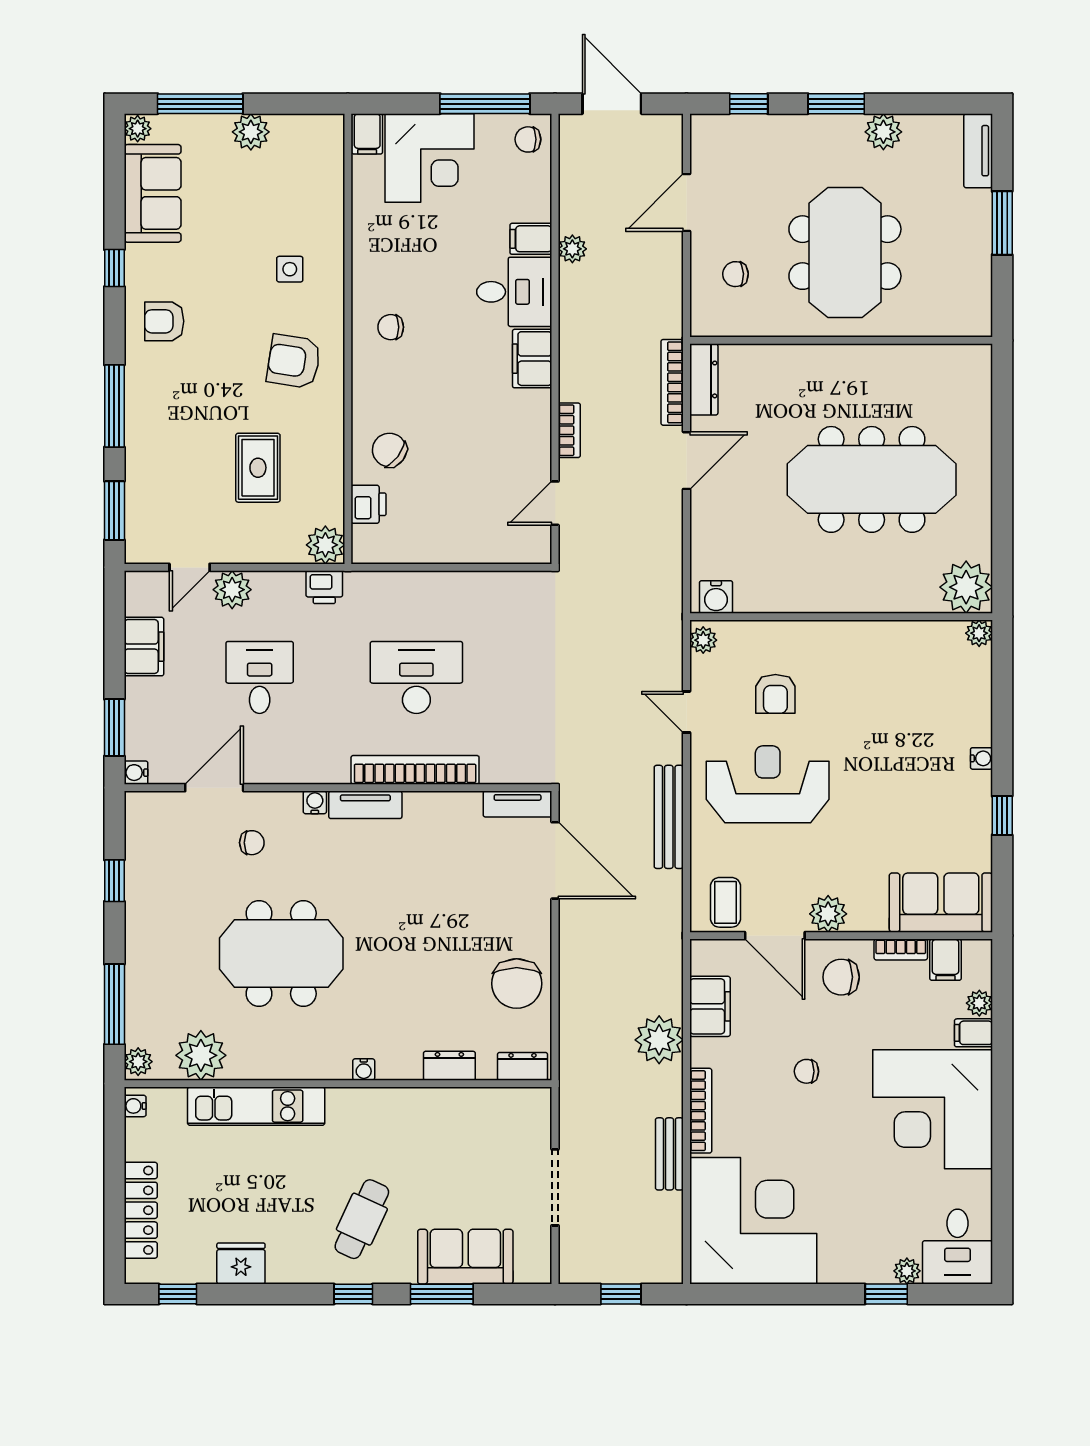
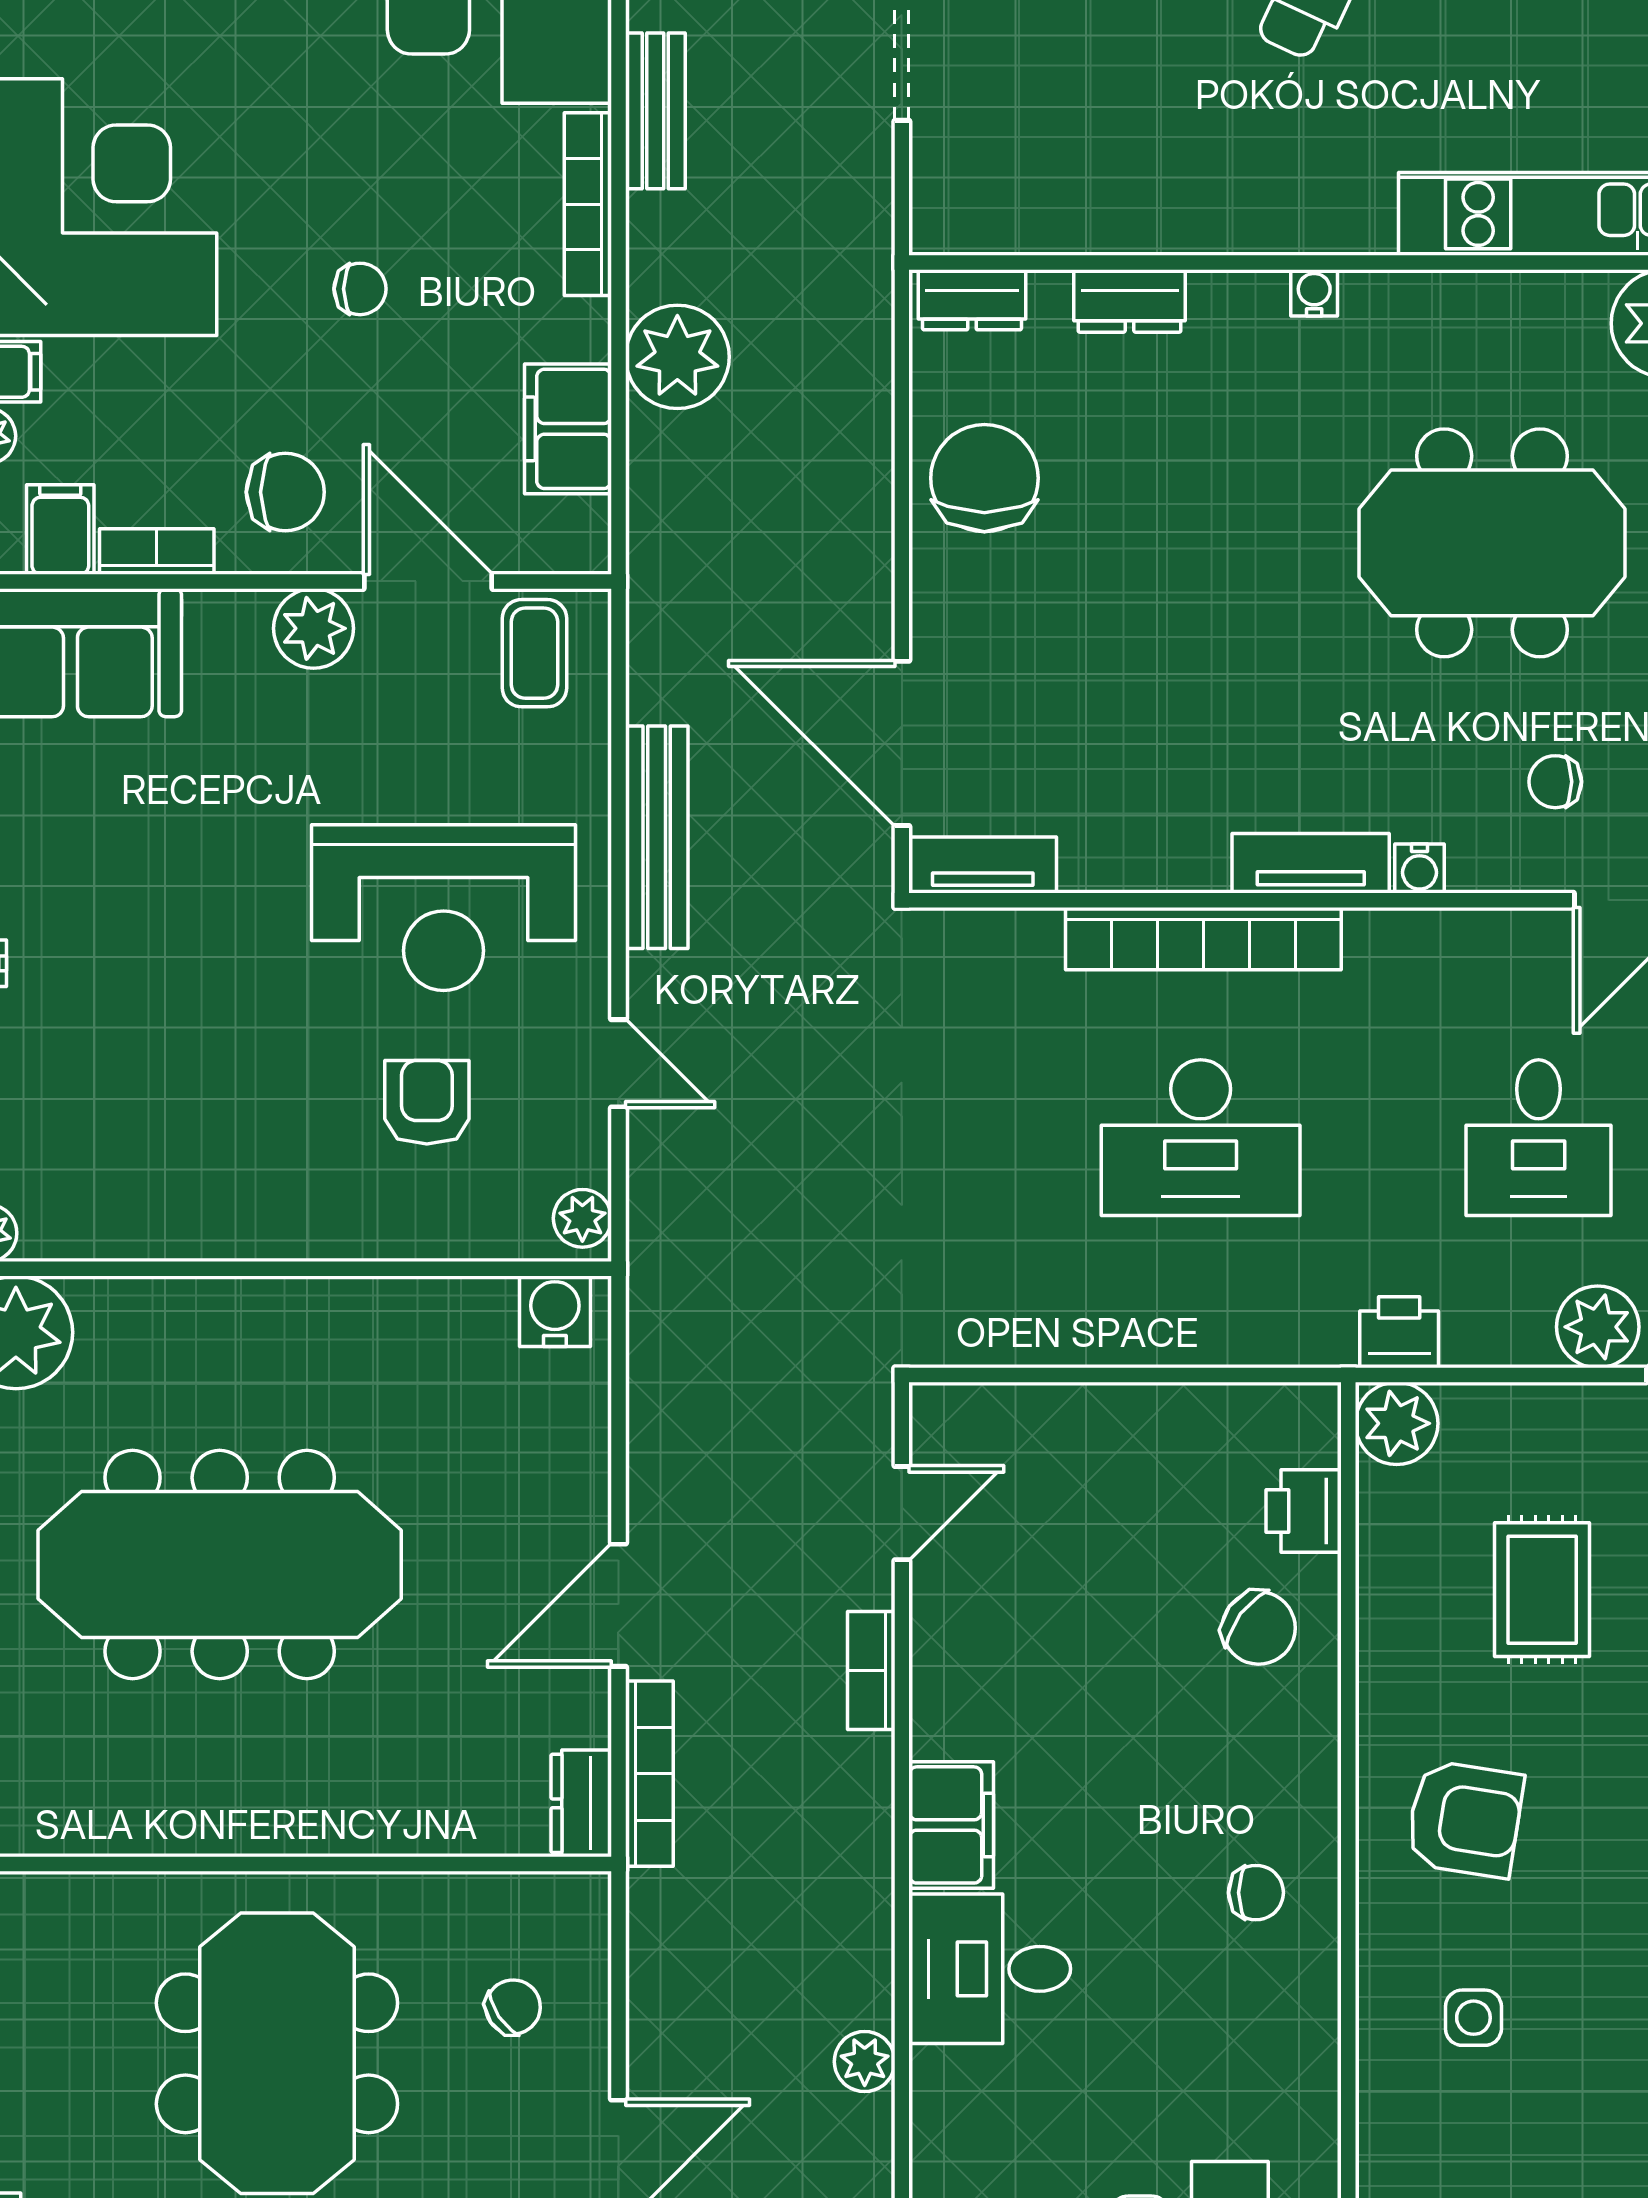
filing cabinet: (531, 239) -> (954, 2083), removed
chair: (735, 274) -> (513, 2007), turned -32
dresser: (704, 379) -> (581, 1803), width x0.70

